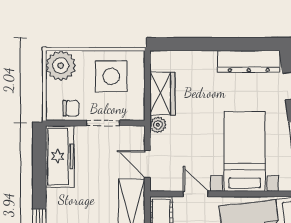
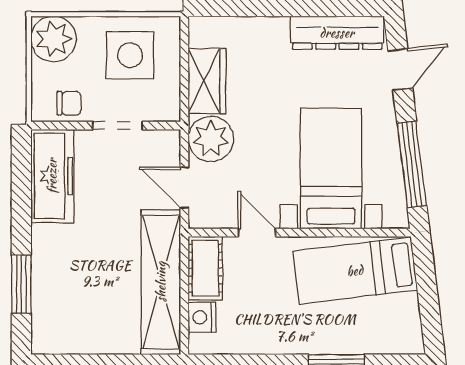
plant: (158, 125) -> (211, 139), width x1.88, depth x1.88

